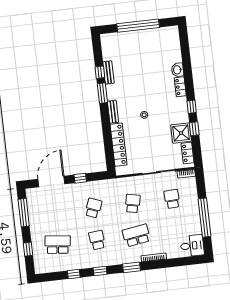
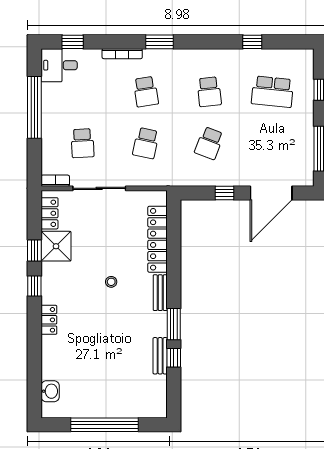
washbasin: (177, 70) -> (50, 391), moved
school desk: (136, 235) -> (146, 92), width x0.54
window: (100, 271) -> (73, 42), moved

